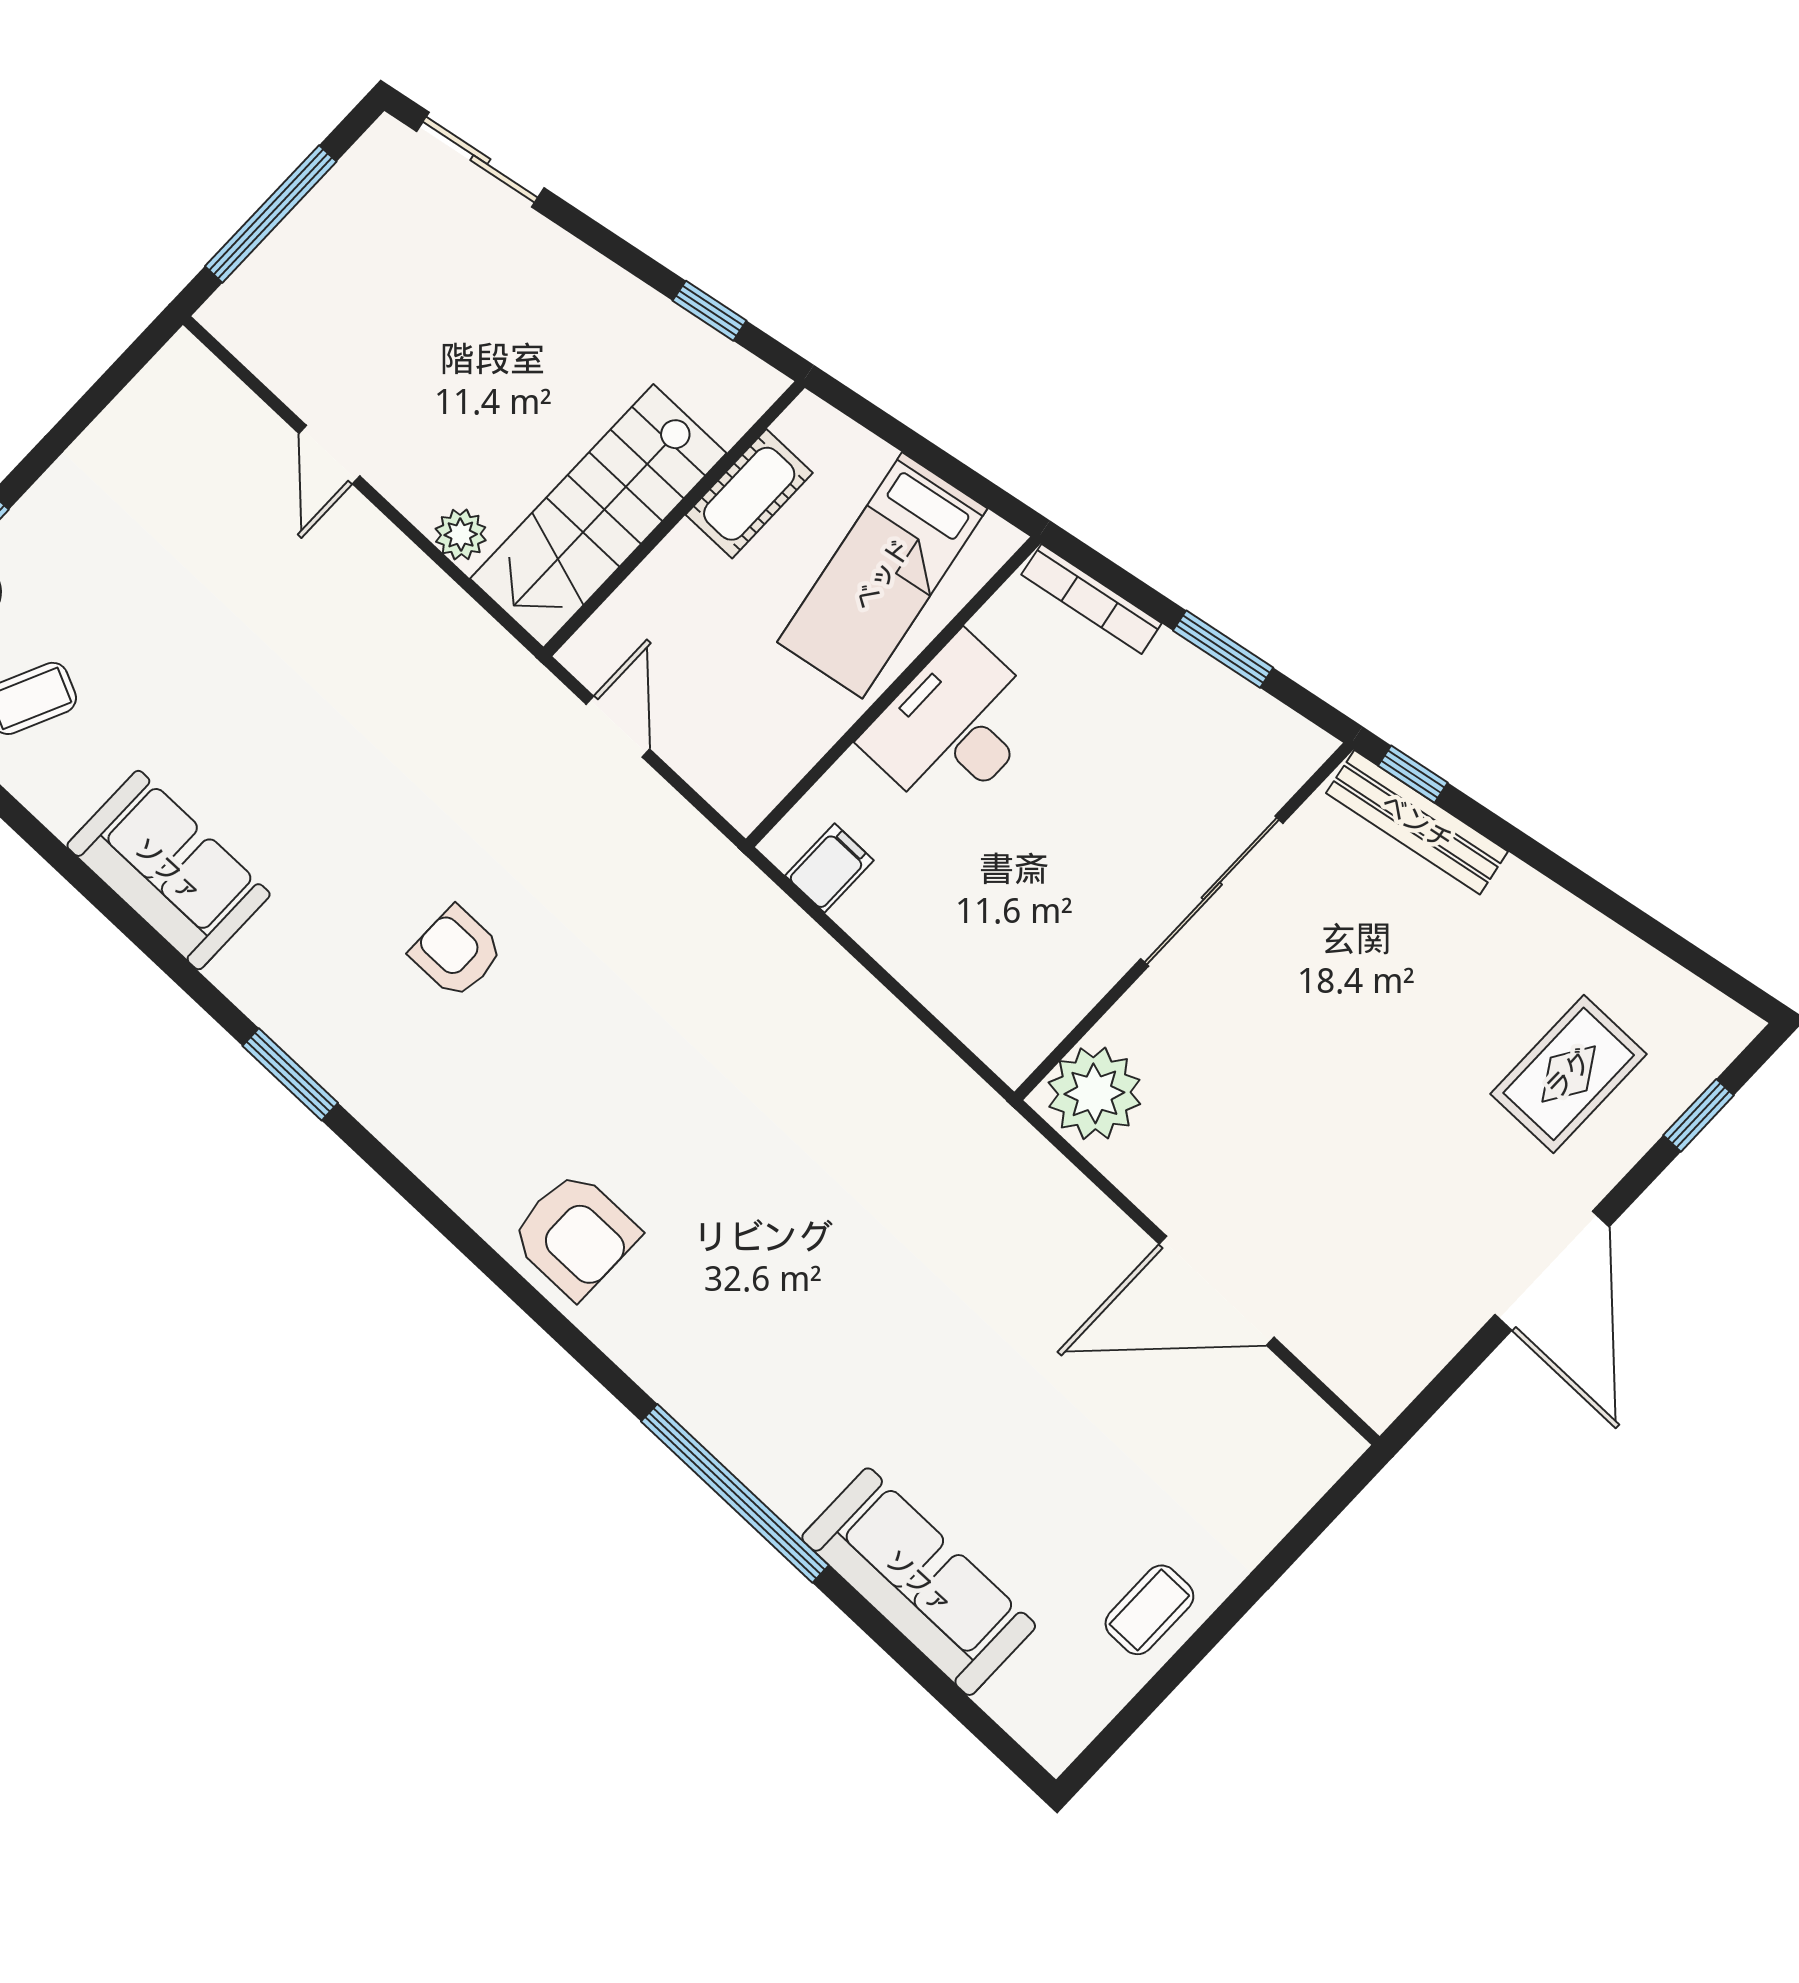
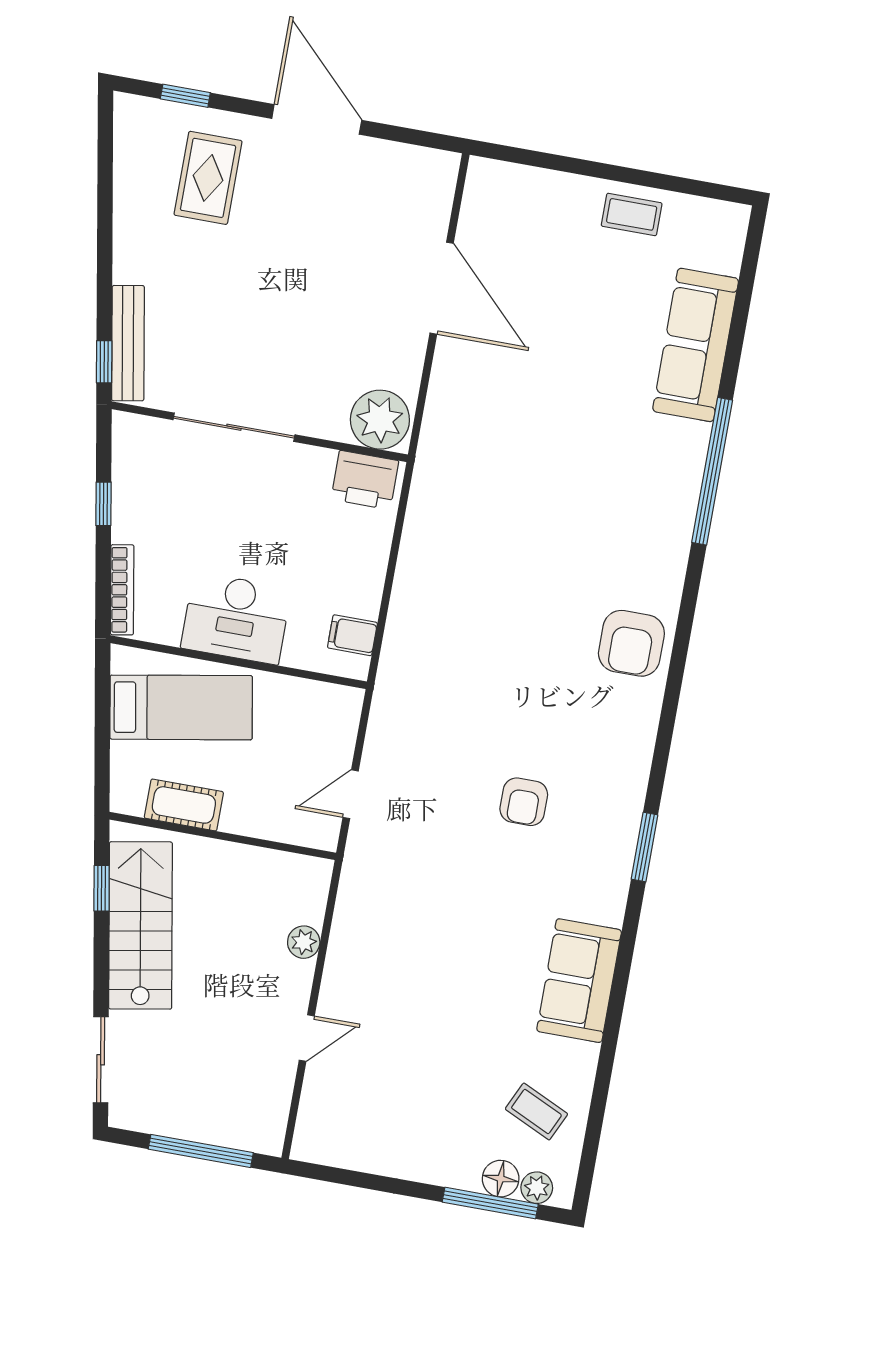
stairs: (598, 516) -> (140, 925), moved, turned -100
window: (1223, 649) -> (103, 504), width x0.67
printer: (1027, 1020) -> (365, 480), added
rug: (1569, 1074) -> (208, 178), turned 90
armchair: (575, 1235) -> (631, 643), turned 180
door: (1552, 1271) -> (317, 119), hinge flipped

